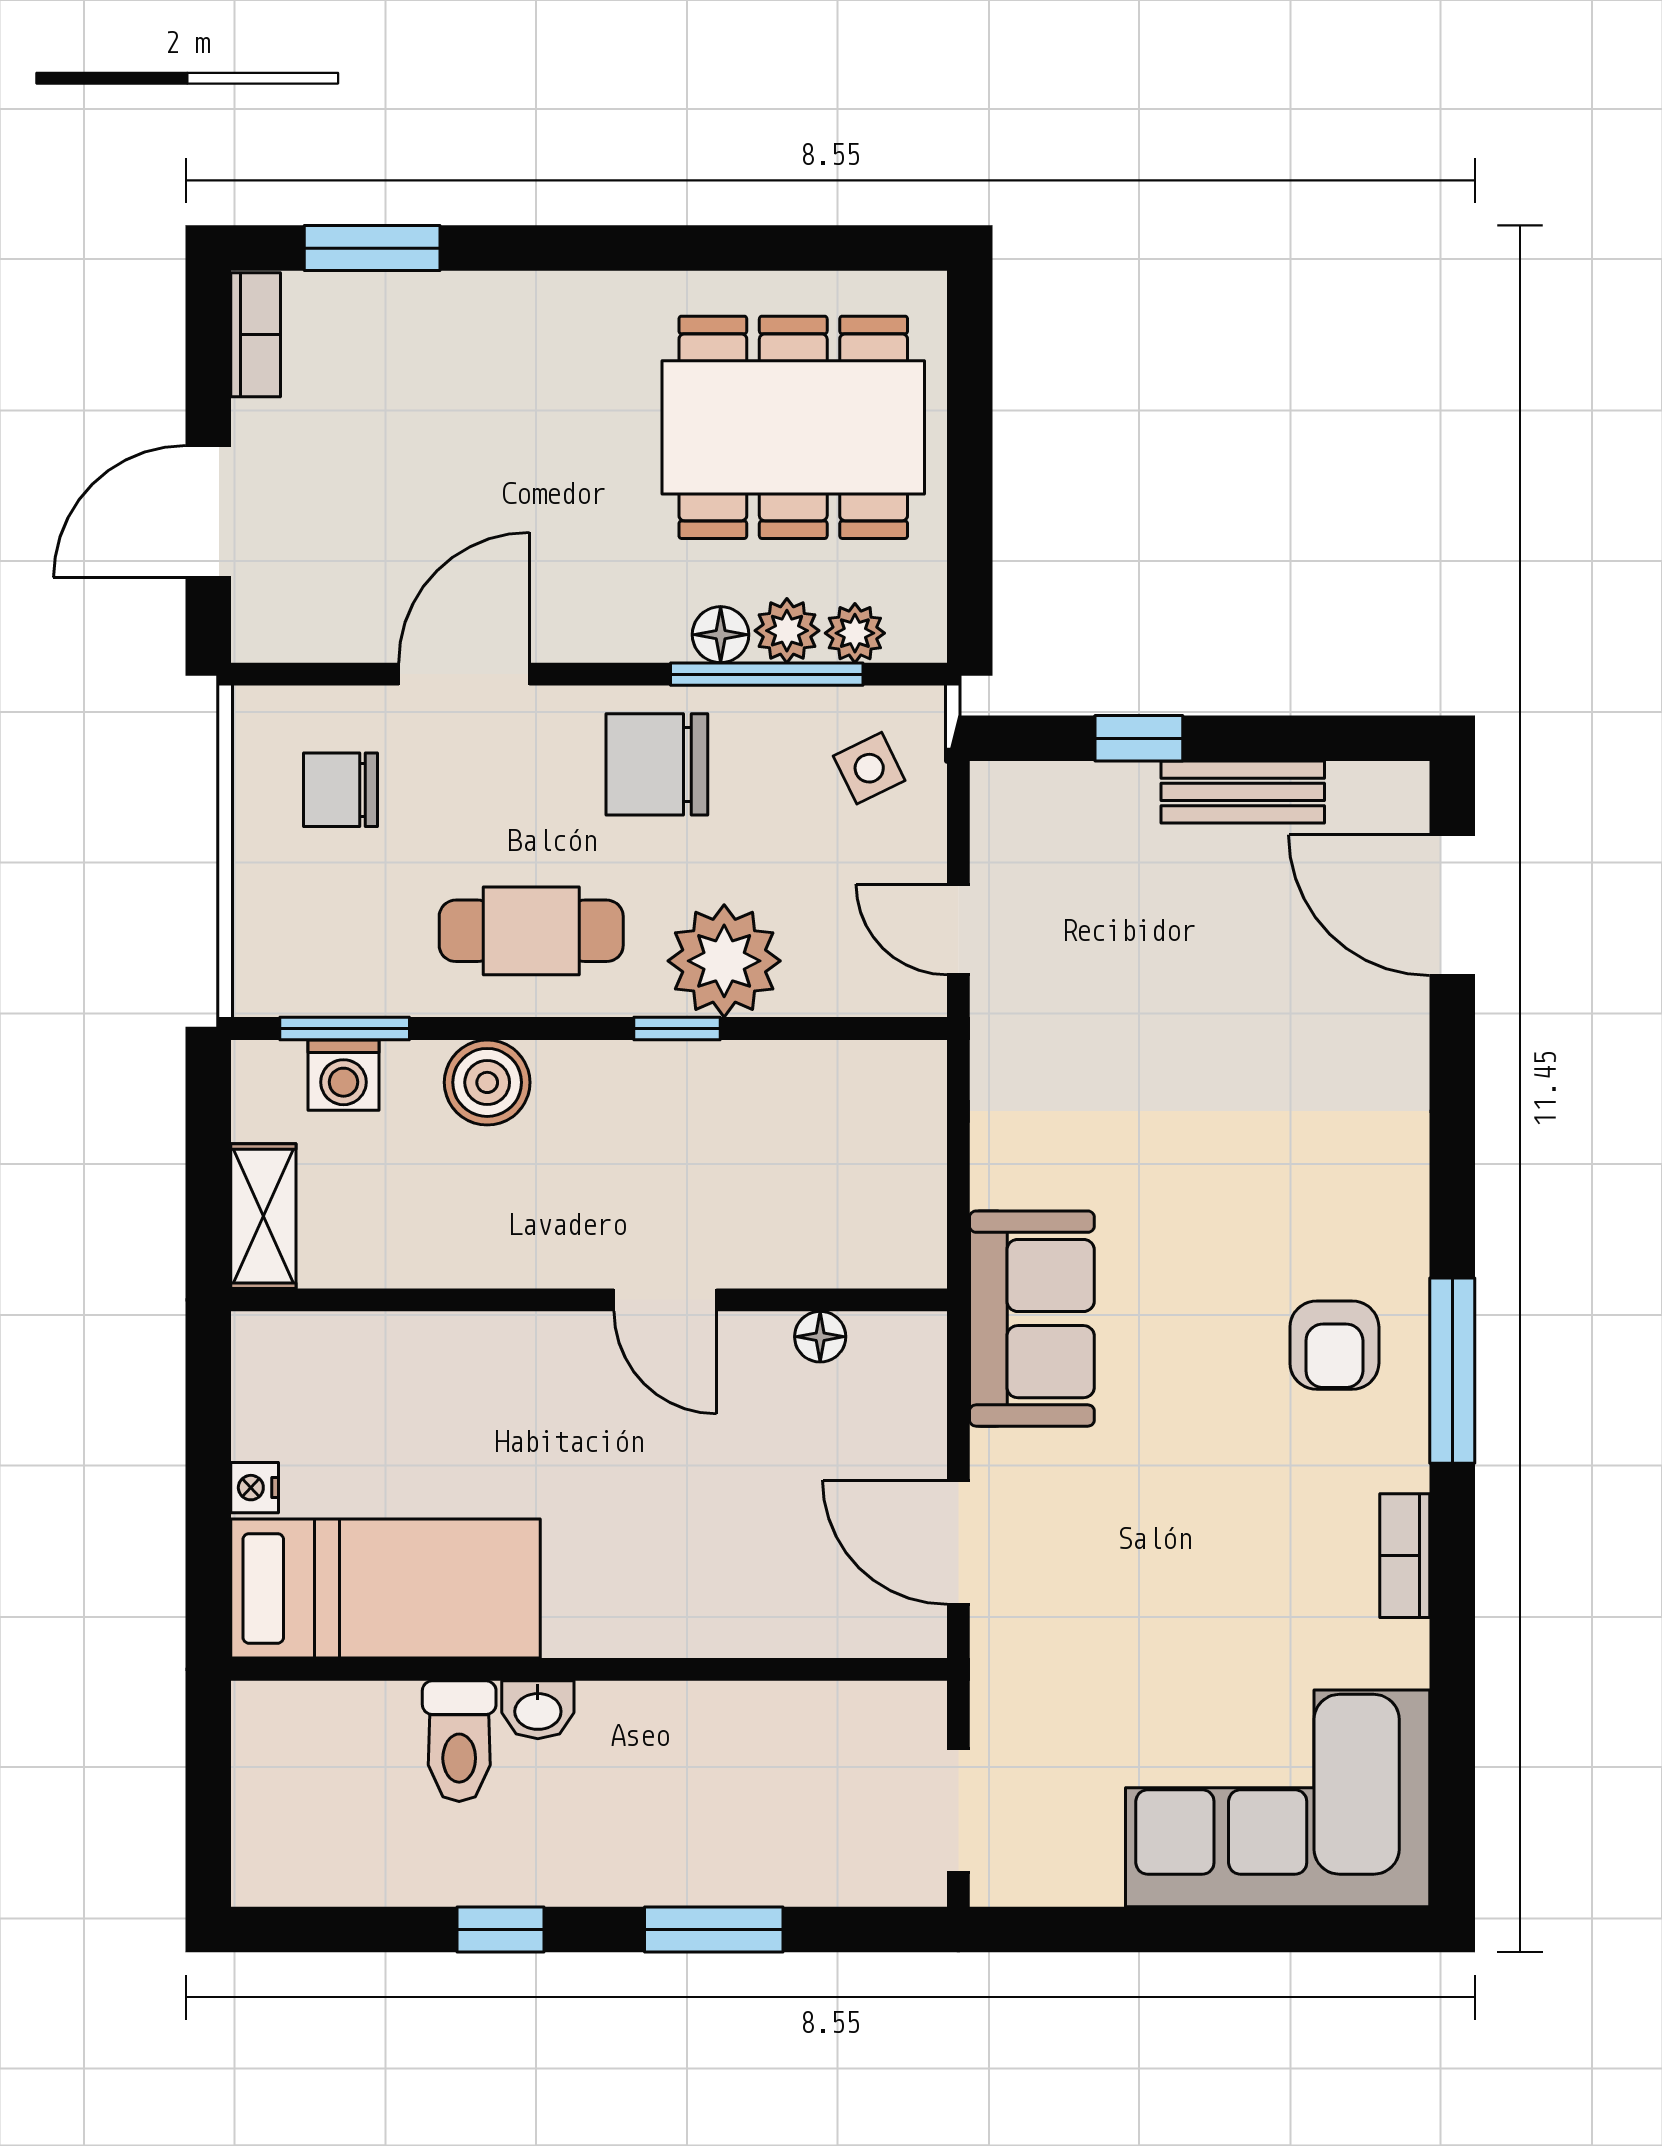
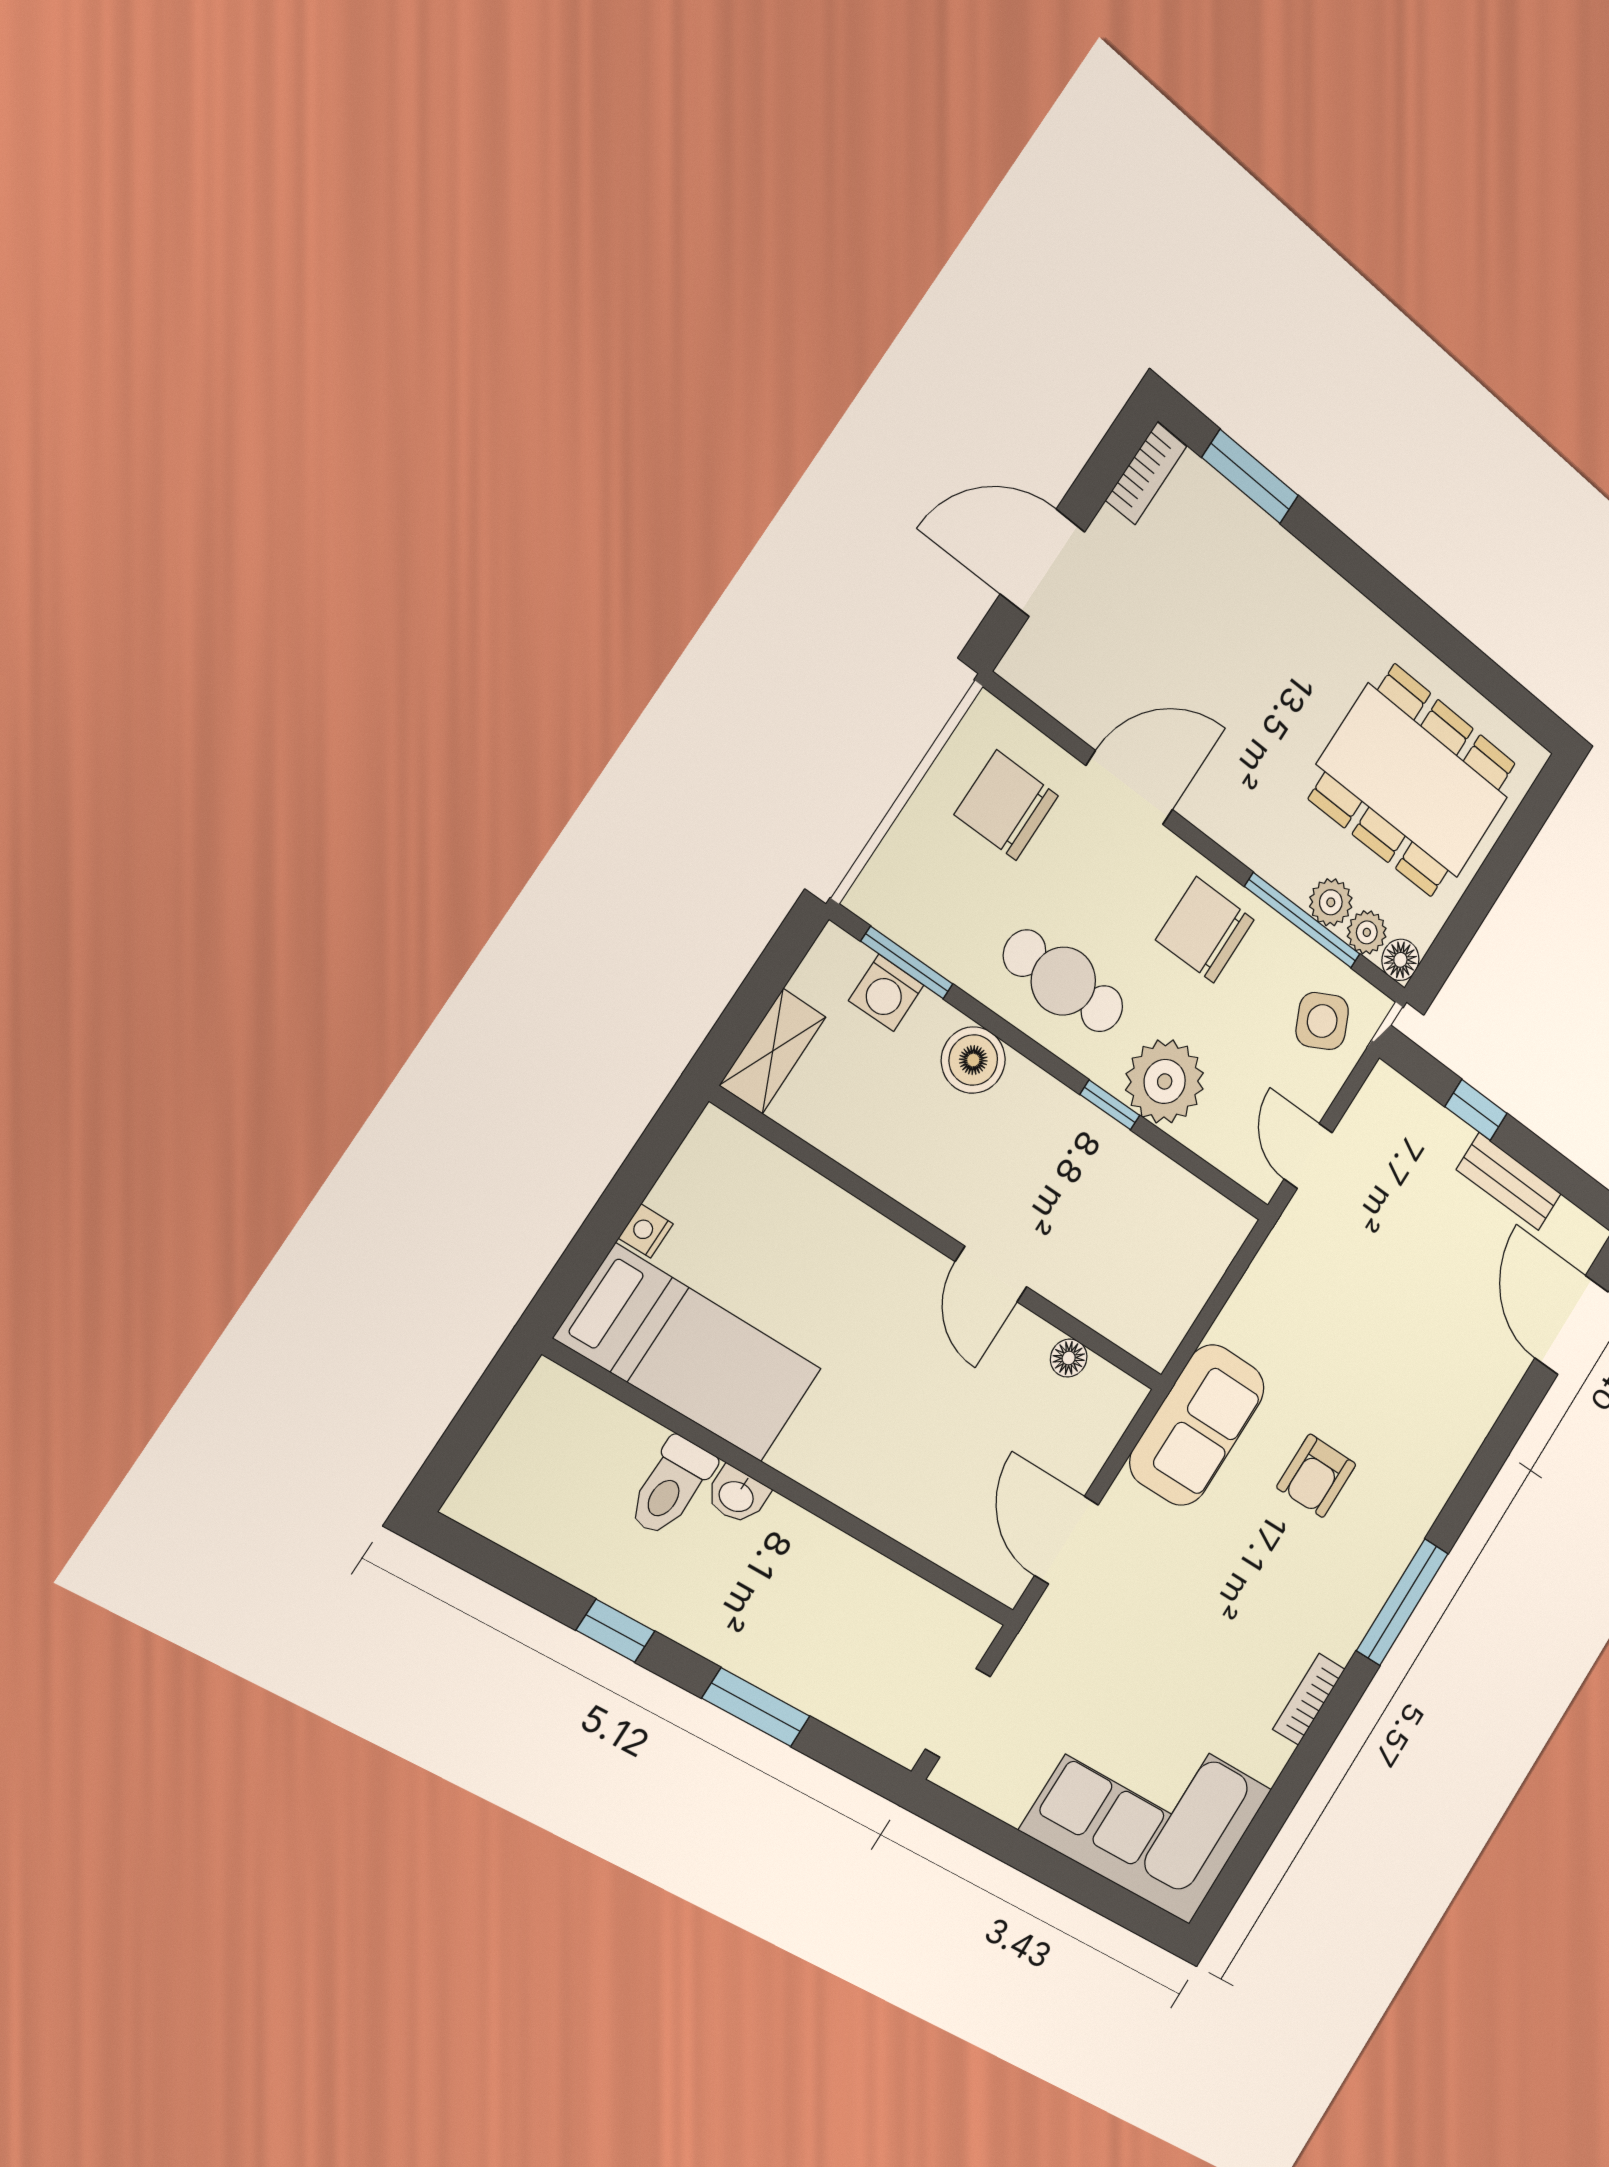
floor lamp: (721, 635) -> (1400, 960), moved
side table: (869, 768) -> (1322, 1021), width x1.37, depth x1.37
chair: (340, 790) -> (1006, 805), width x1.37, depth x1.37
armchair: (1334, 1345) -> (1316, 1476), moved

